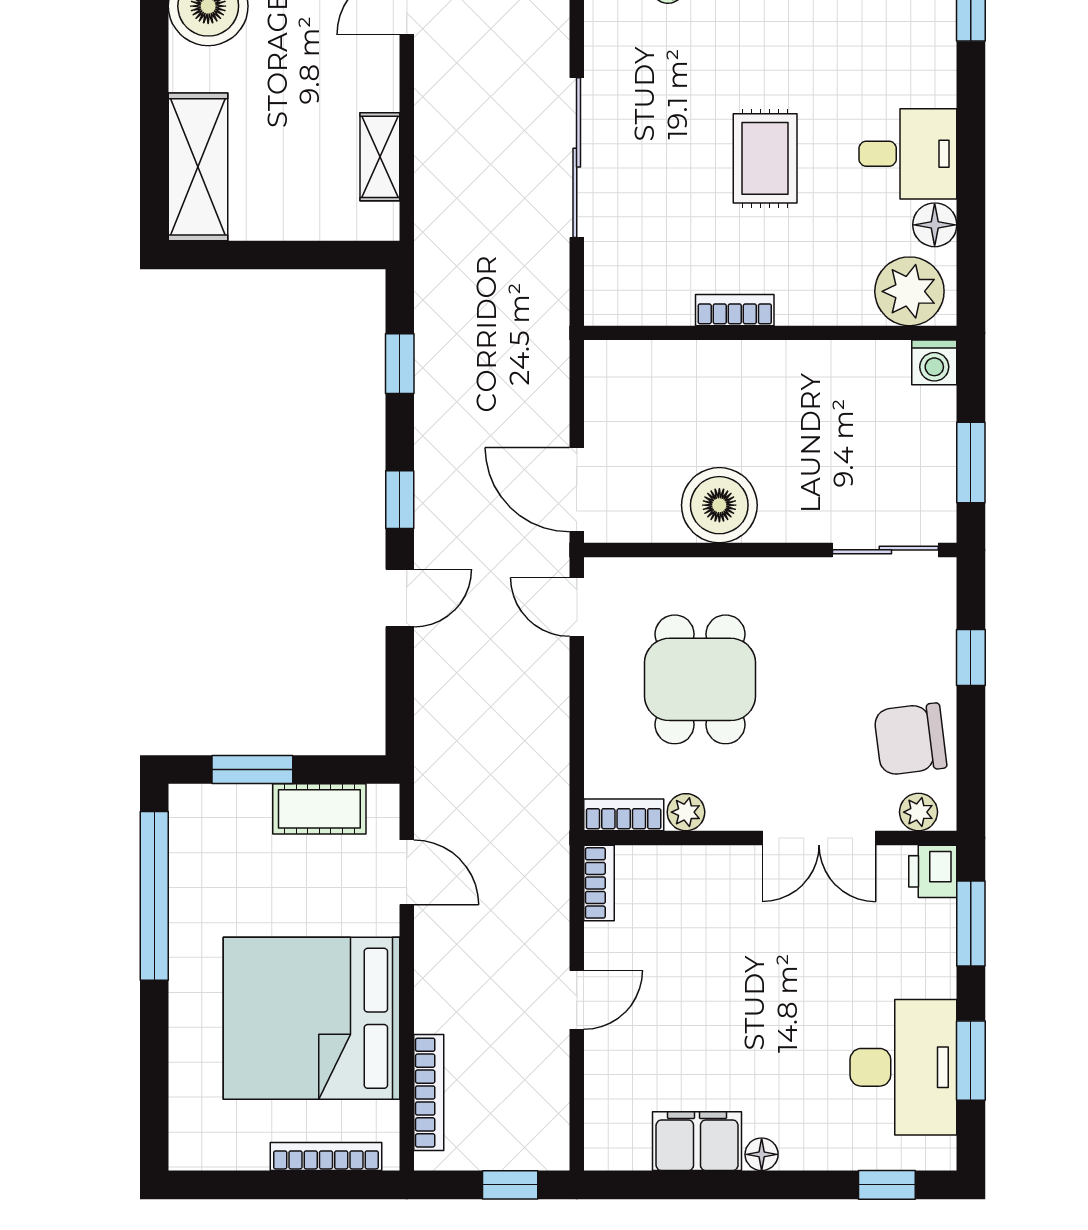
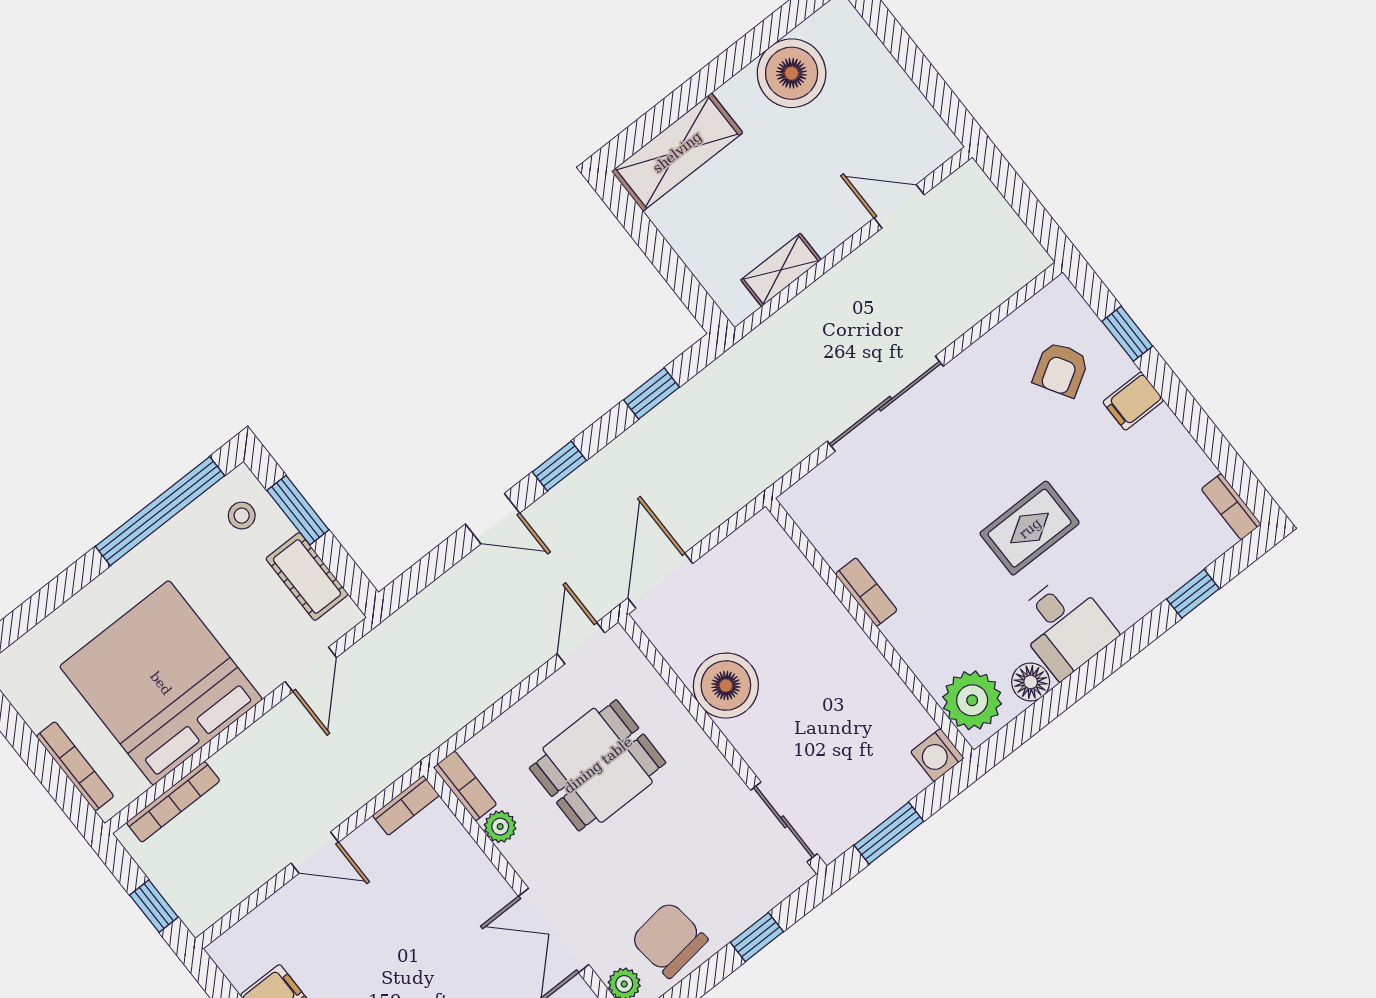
rug: (765, 158) -> (1030, 528), moved
stool: (217, 825) -> (242, 516), added

